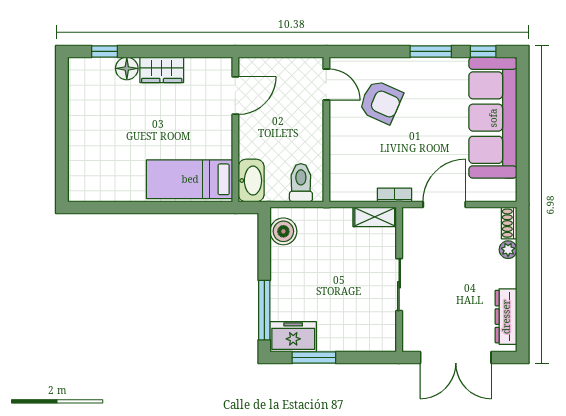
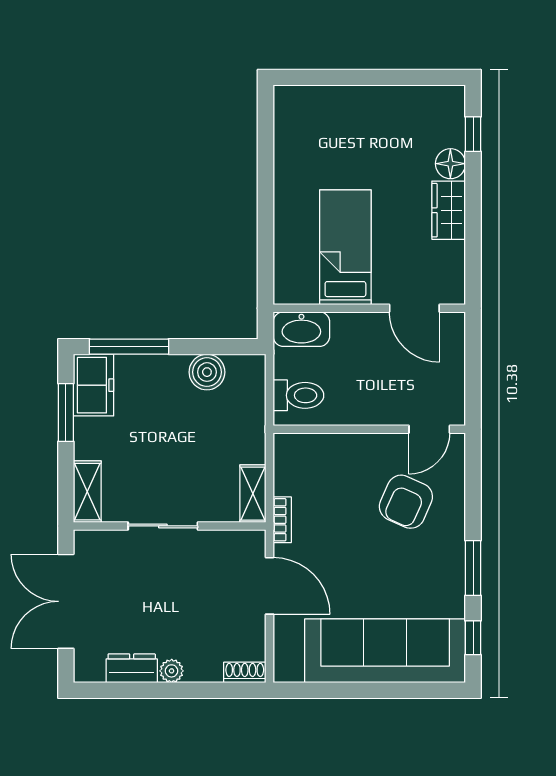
bed: (190, 179) -> (345, 247), moved
boiler: (283, 231) -> (207, 372), moved
plant: (508, 250) -> (172, 671), moved
dresser: (506, 317) -> (132, 668), width x0.70
shelving: (373, 341) -> (87, 492), added

